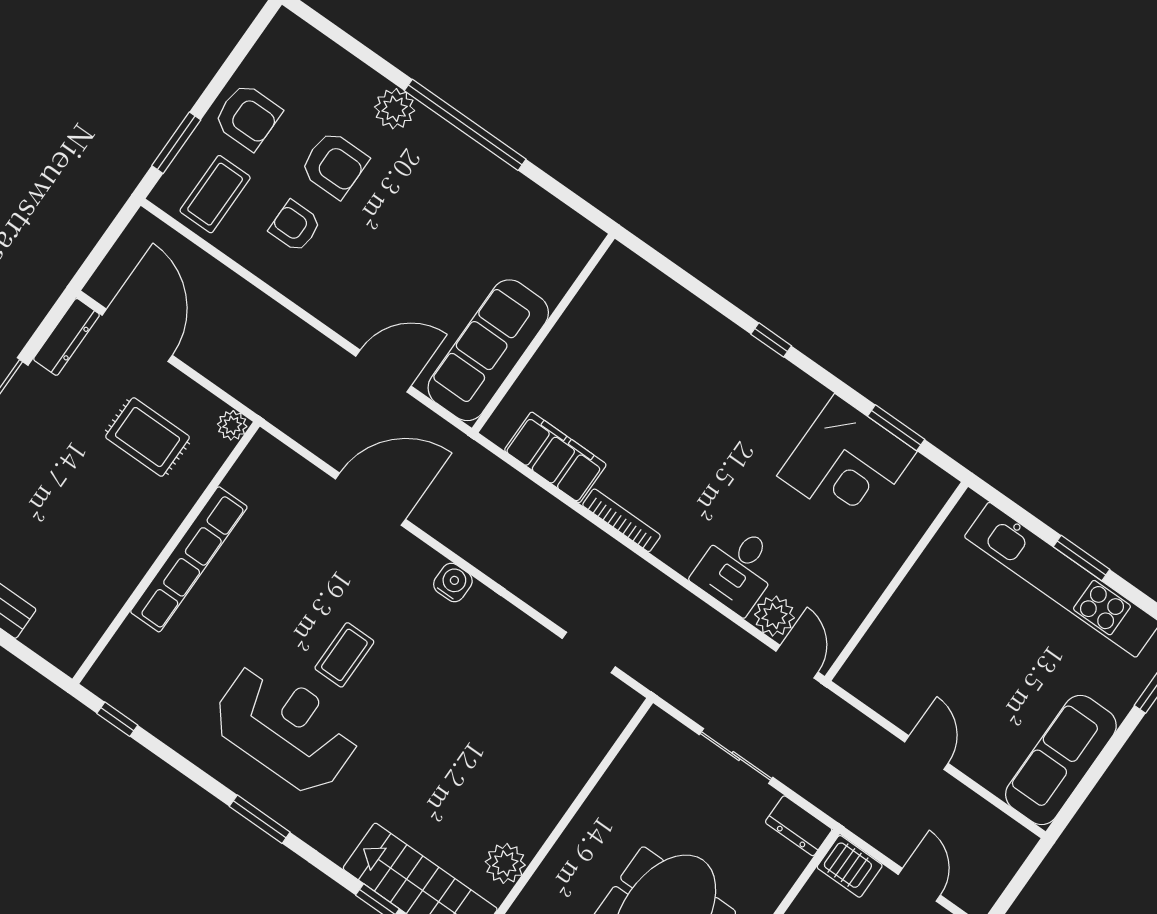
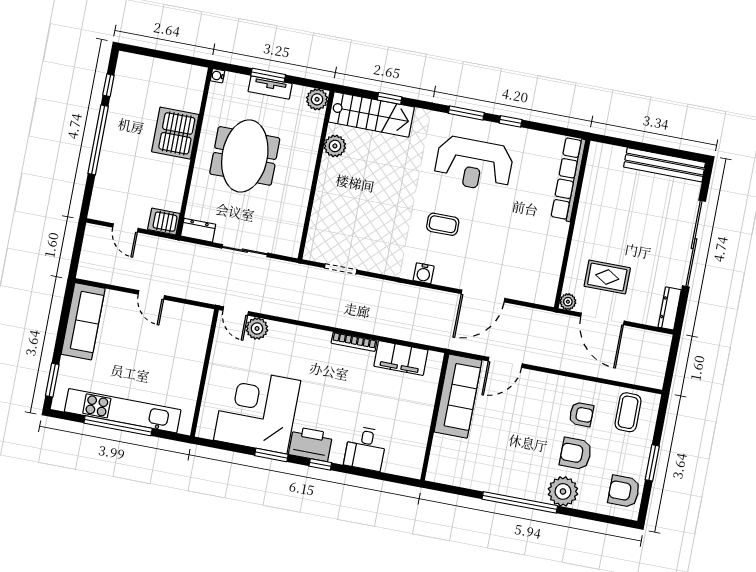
plant: (395, 109) -> (563, 491), width x1.36, depth x1.36
armchair: (248, 117) -> (624, 491), moved
window: (176, 143) -> (652, 463), moved
door: (137, 335) -> (602, 319), moved
printer: (772, 381) -> (311, 444), added
window: (896, 428) -> (271, 455), moved
corner desk: (847, 464) -> (257, 410), width x1.36, depth x1.36
window: (1082, 558) -> (118, 426), width x2.11
row of seats: (189, 559) -> (568, 179), moved
desk: (737, 569) -> (365, 448), moved, turned 180
coffee table: (344, 655) -> (443, 224), moved, turned 90
window: (117, 719) -> (511, 121), moved

